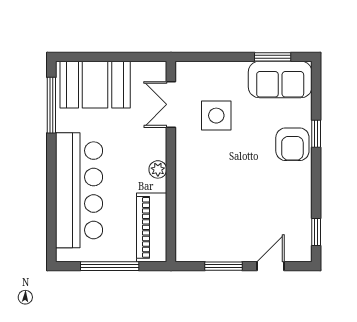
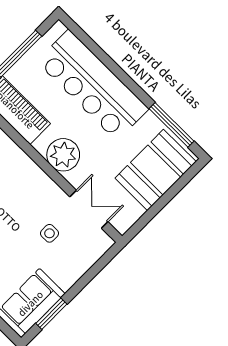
side table: (216, 116) -> (49, 233), width x0.54, depth x0.54
plant: (158, 169) -> (63, 155), width x1.88, depth x1.88

